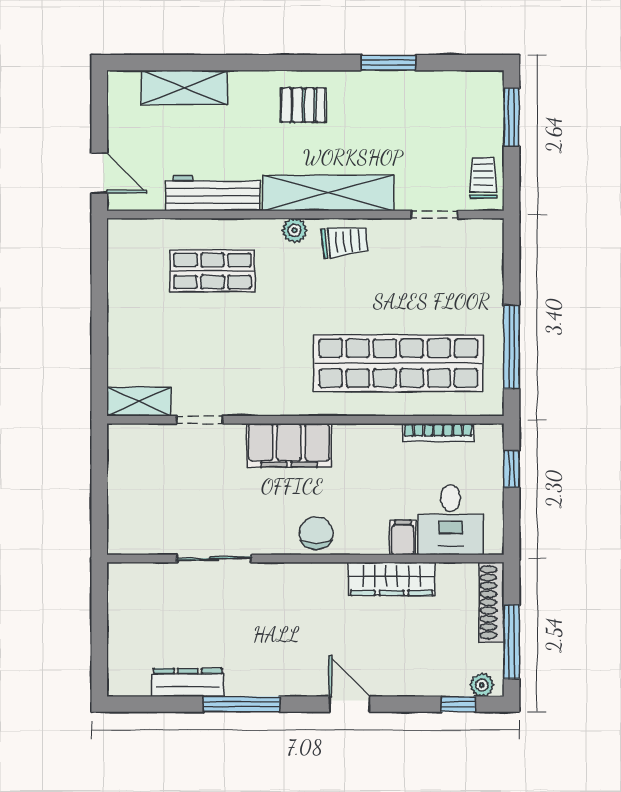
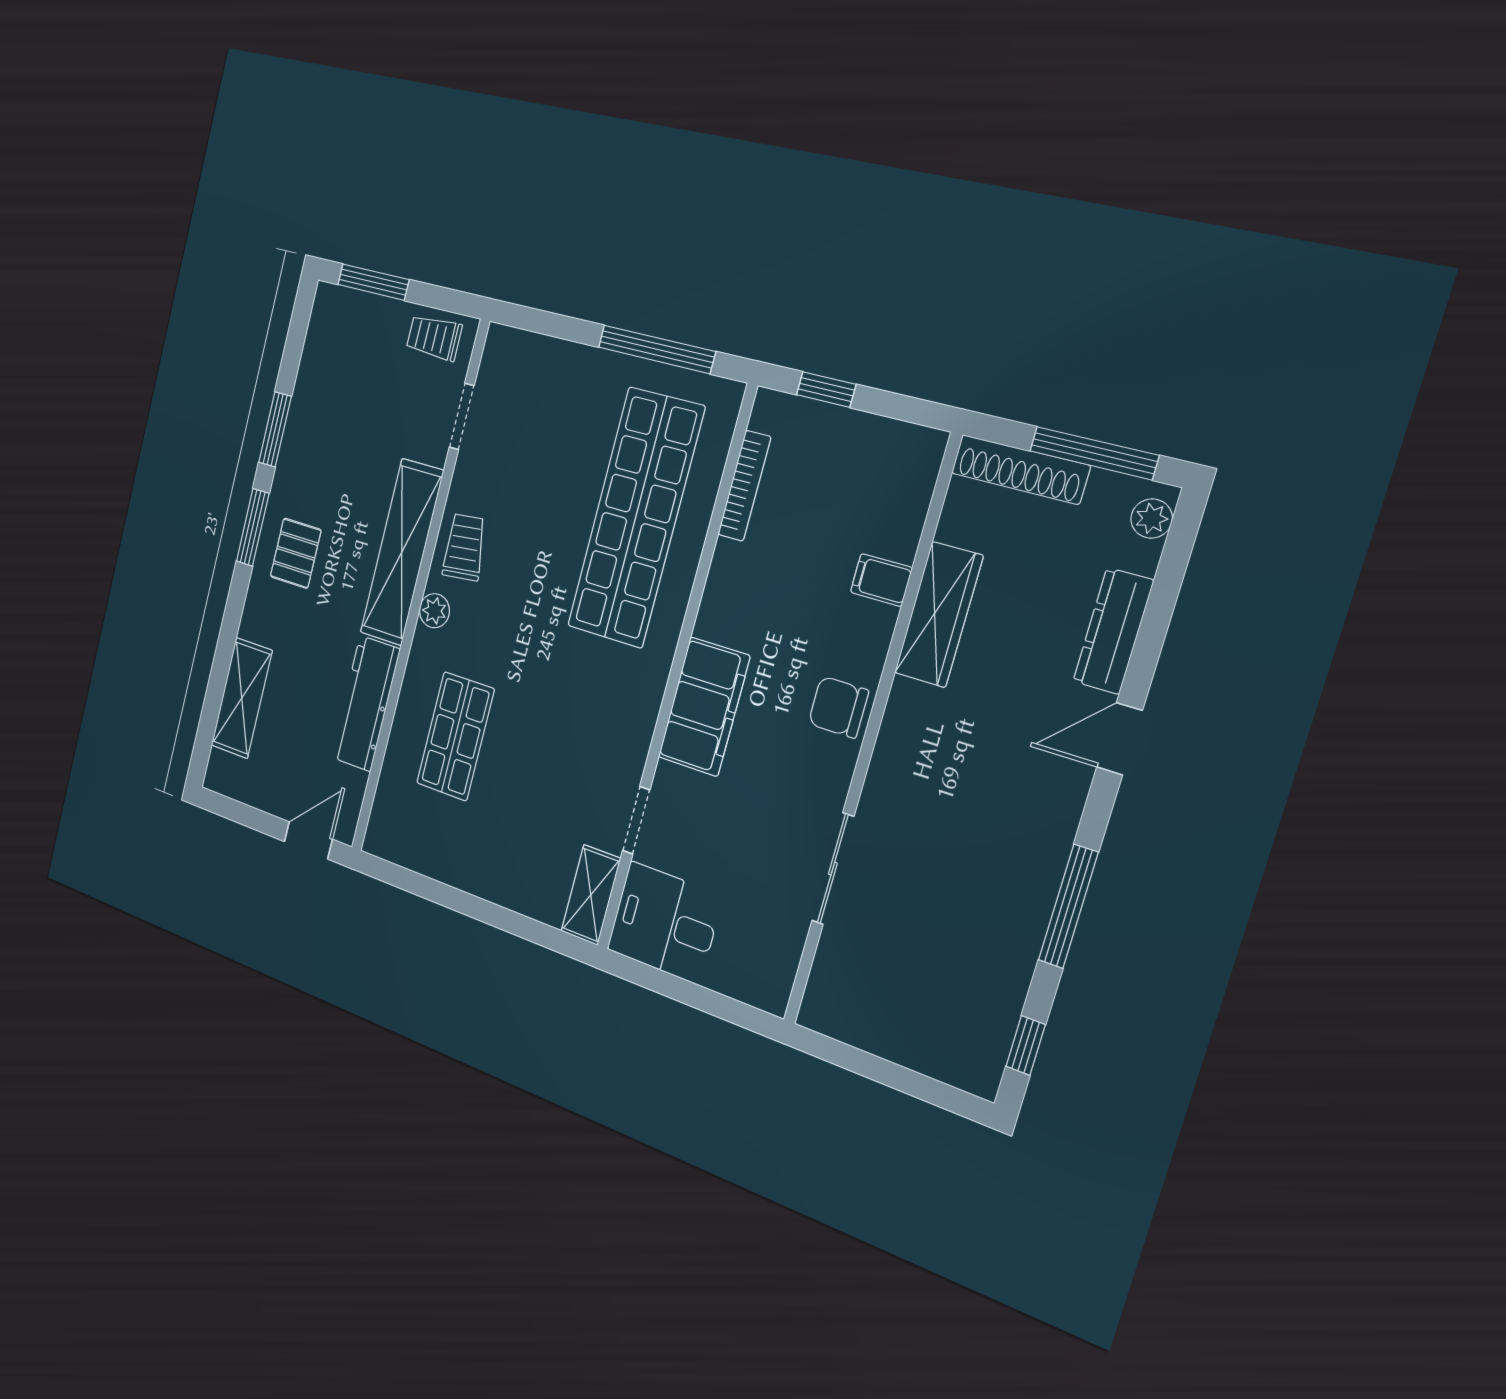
window: (312, 63) -> (253, 527), added
desk: (451, 520) -> (665, 923), moved, turned 180
dresser: (188, 683) -> (1113, 631), moved
window: (458, 704) -> (1026, 1045), moved

